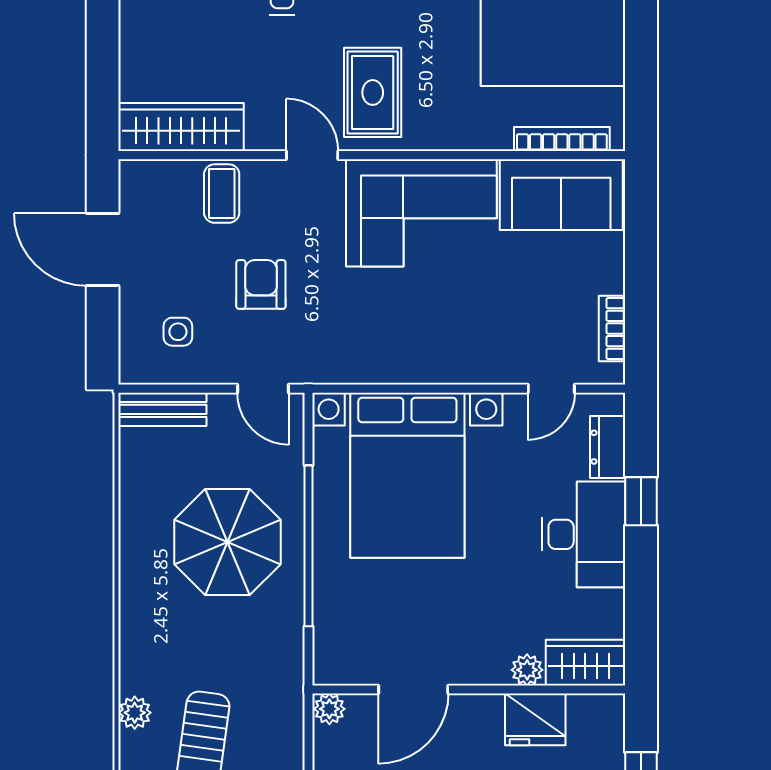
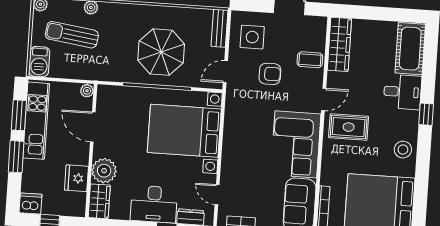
side table: (178, 332) -> (252, 37), width x1.87, depth x1.87
plant: (527, 670) -> (104, 171), width x1.88, depth x1.88

